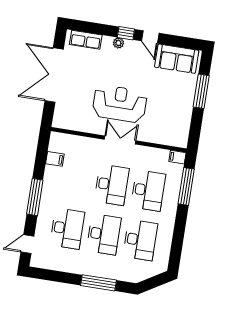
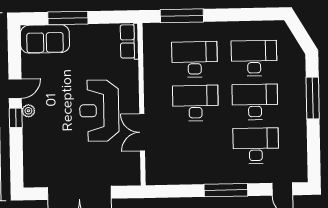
row of seats: (86, 40) -> (129, 41), moved, turned 180
plant: (118, 43) -> (28, 111), moved
sofa: (177, 59) -> (45, 39), moved, turned 90
double door: (120, 140) -> (142, 132), moved
filing cabinet: (177, 157) -> (150, 32), removed
filing cabinet: (55, 159) -> (177, 175), removed

